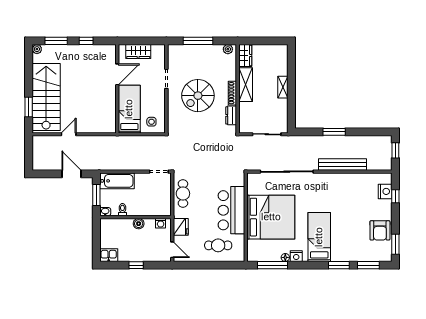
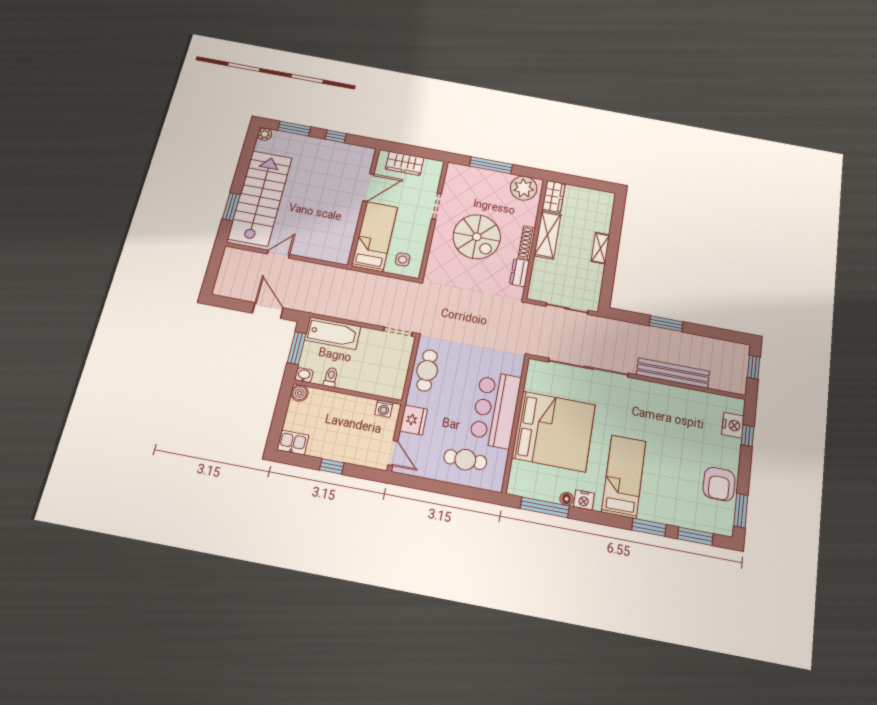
plant: (228, 49) -> (524, 188), width x1.88, depth x1.88
spiral stairs: (198, 96) -> (477, 237), turned -90
boiler: (139, 224) -> (300, 393), moved

